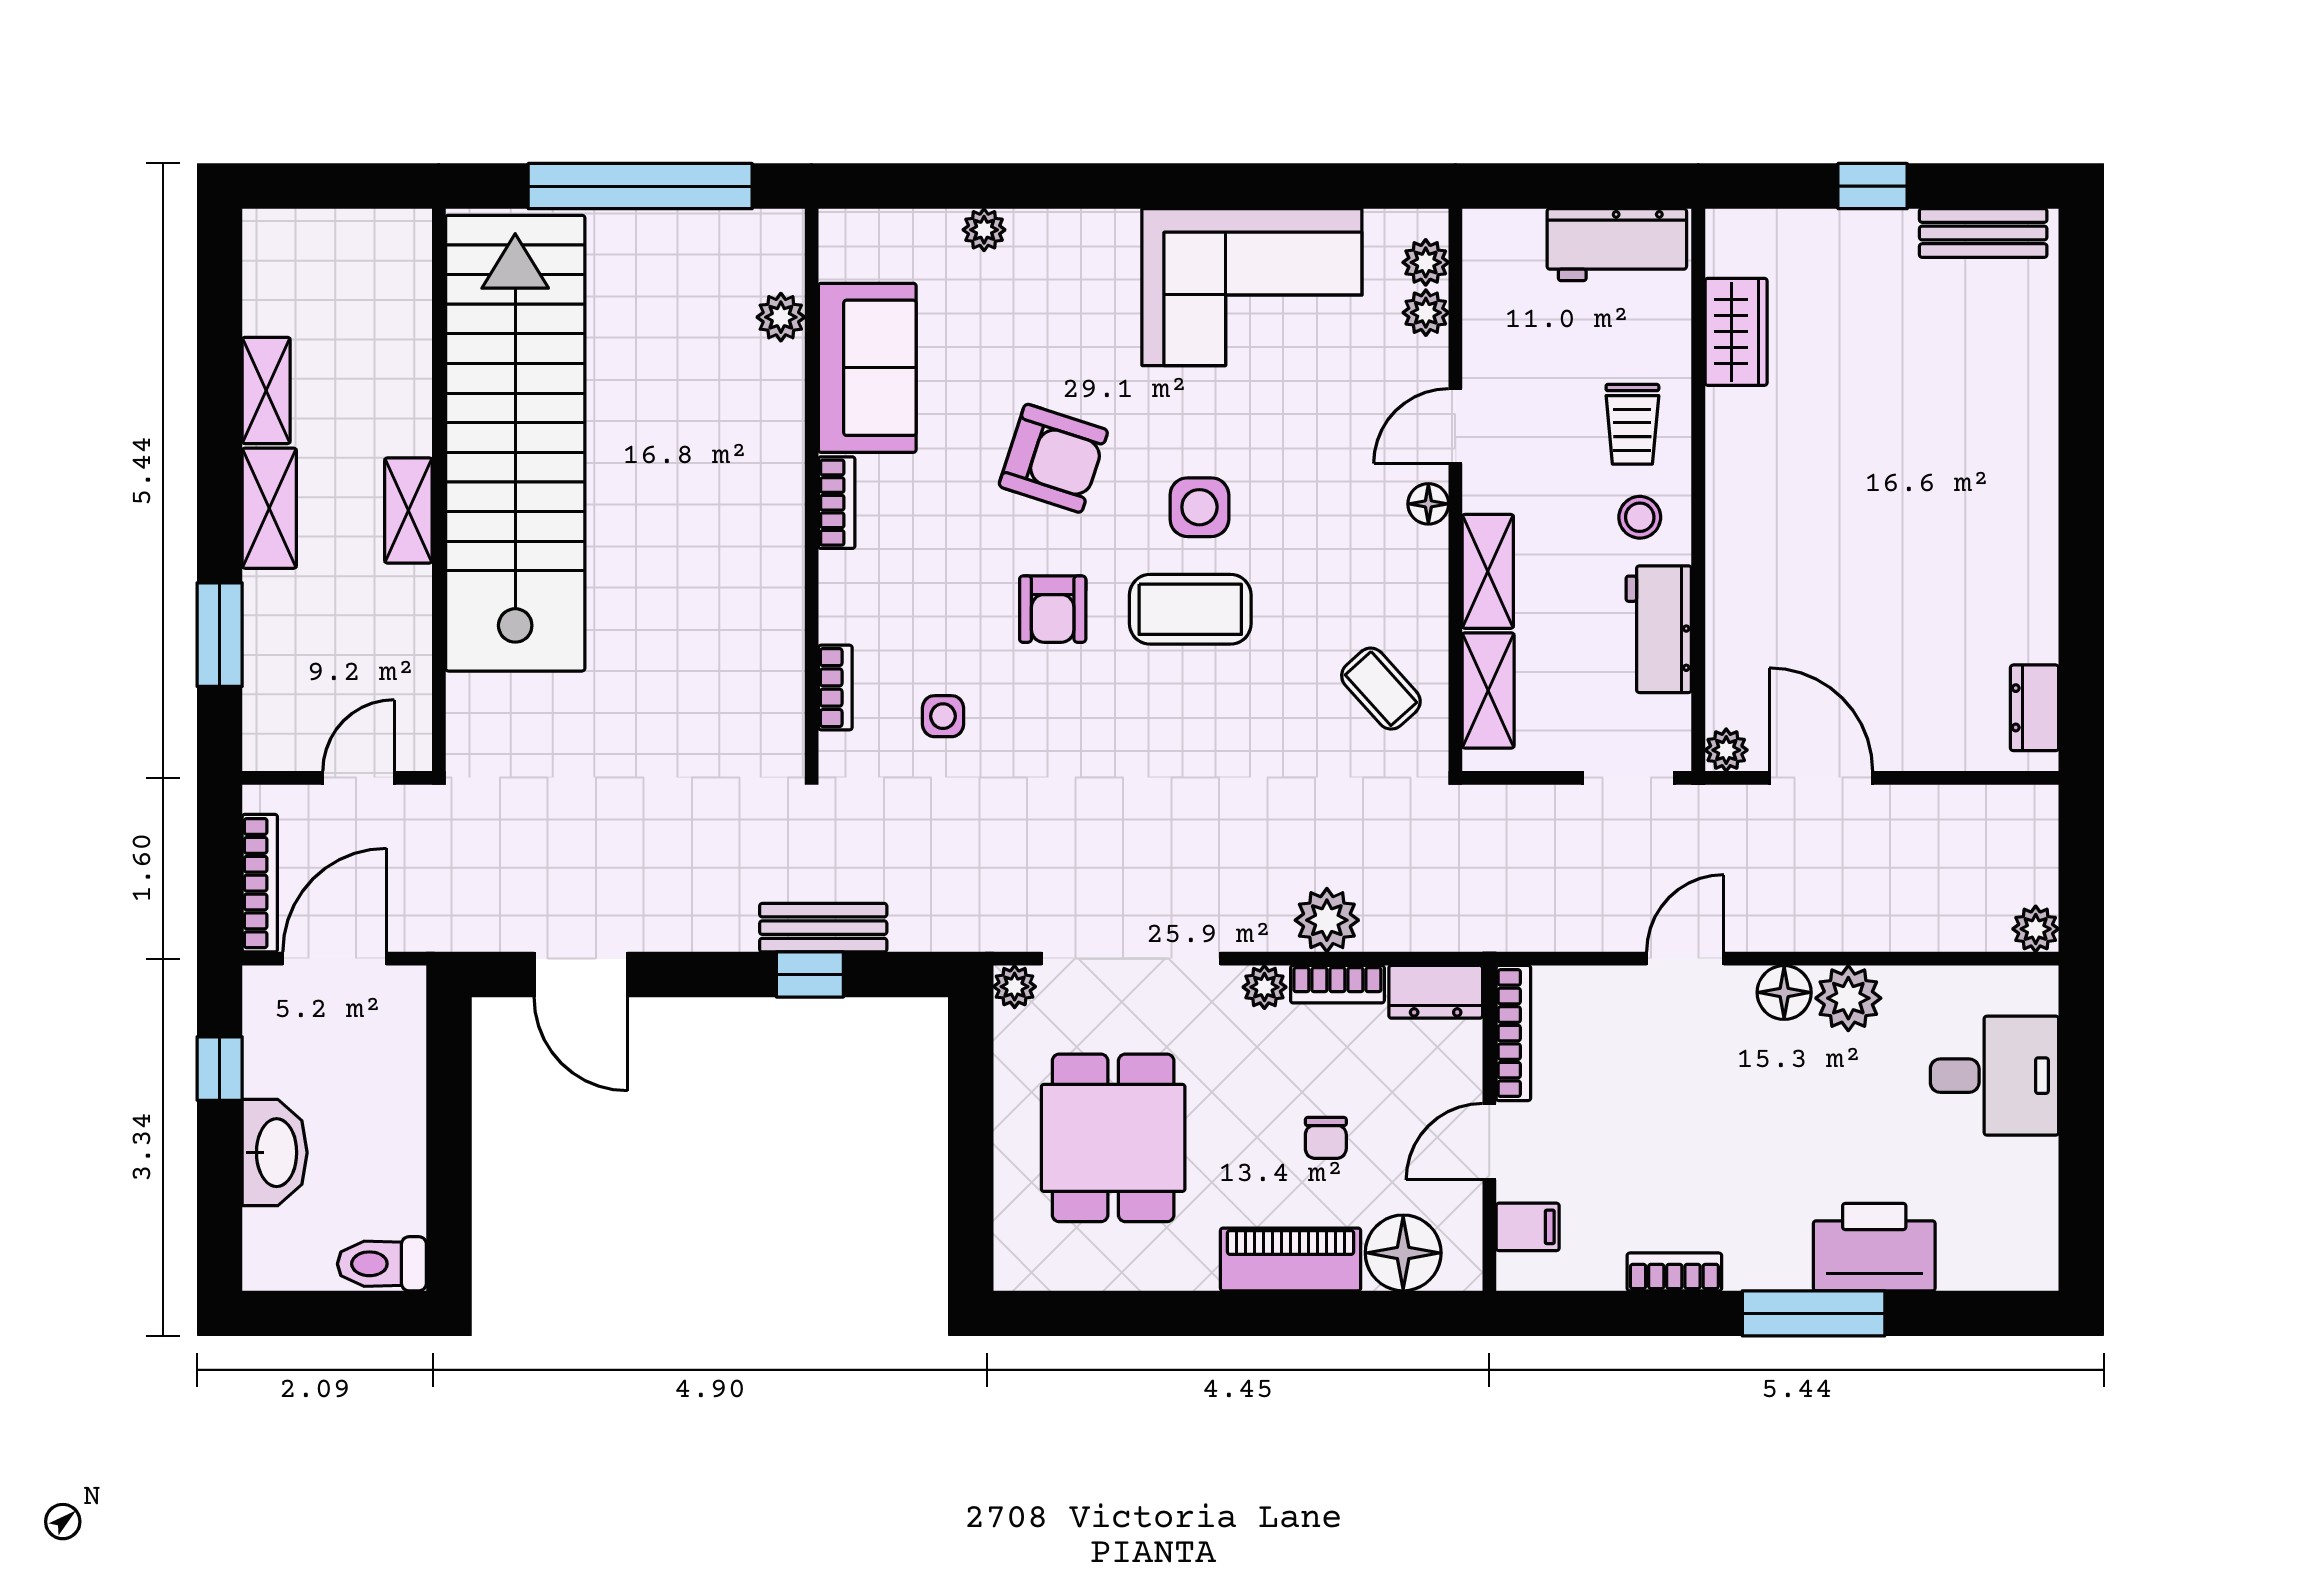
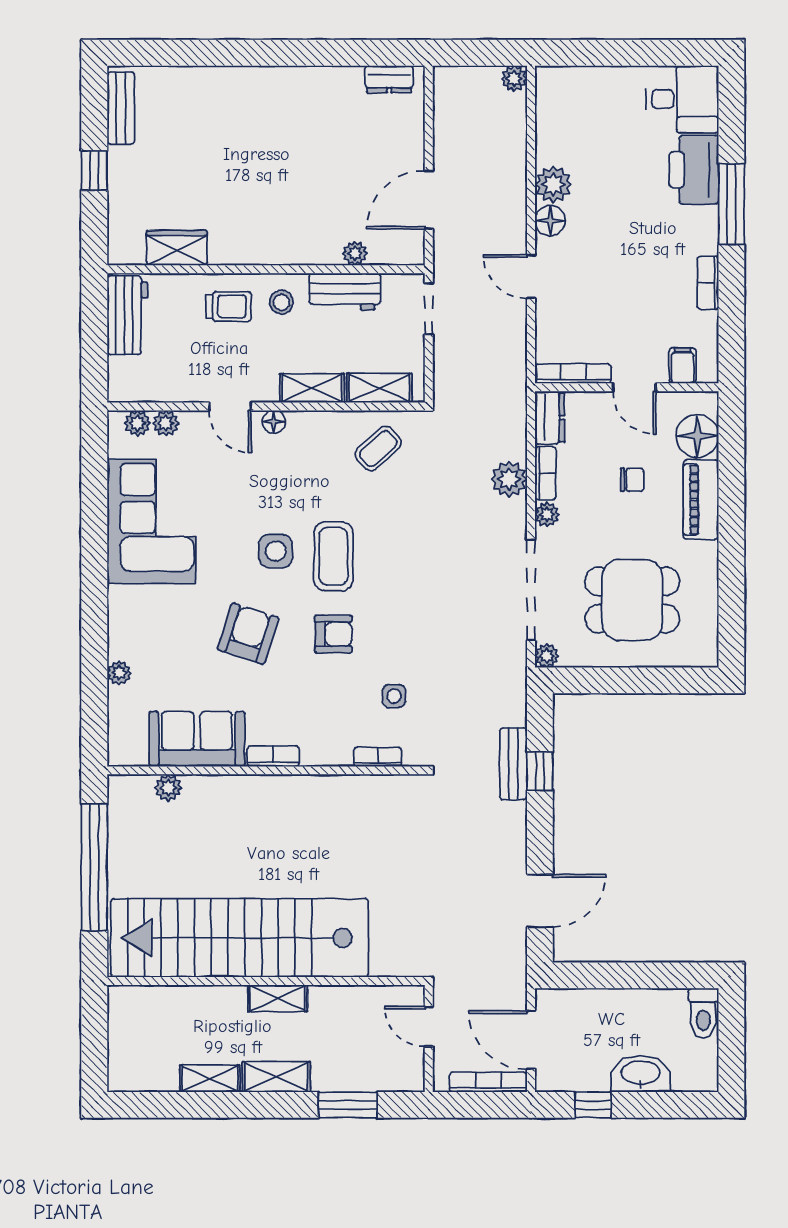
plant: (1726, 750) -> (355, 253), moved
desk: (1994, 1076) -> (682, 99), moved, turned 90

